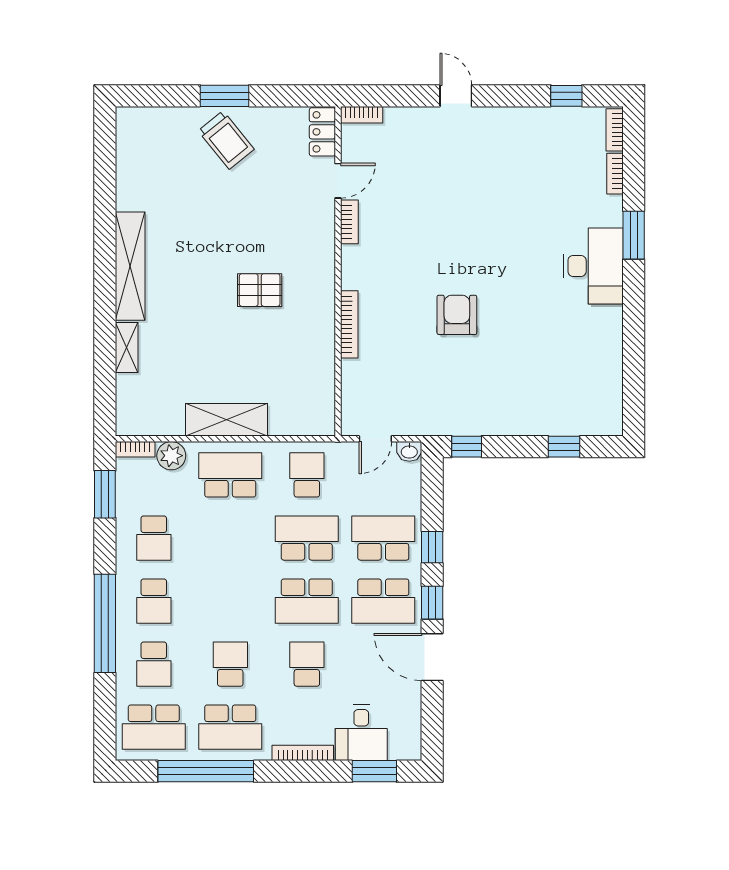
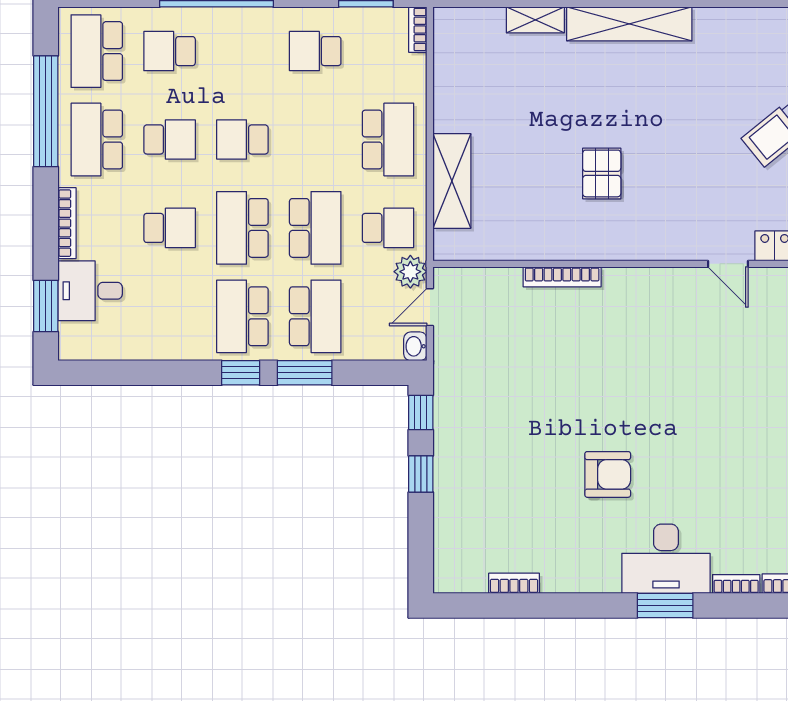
bookcase: (349, 222) -> (514, 583), moved, turned 180
desk: (593, 266) -> (666, 559), moved
armchair: (457, 315) -> (608, 474), moved
shelving: (226, 420) -> (452, 181), moved
door: (375, 439) -> (430, 307), hinge flipped
window: (564, 447) -> (421, 474), moved
plant: (171, 456) -> (410, 272), moved
window: (432, 547) -> (305, 373), width x1.50
school desk: (154, 601) -> (242, 139), moved
door: (432, 657) -> (178, 373), removed

